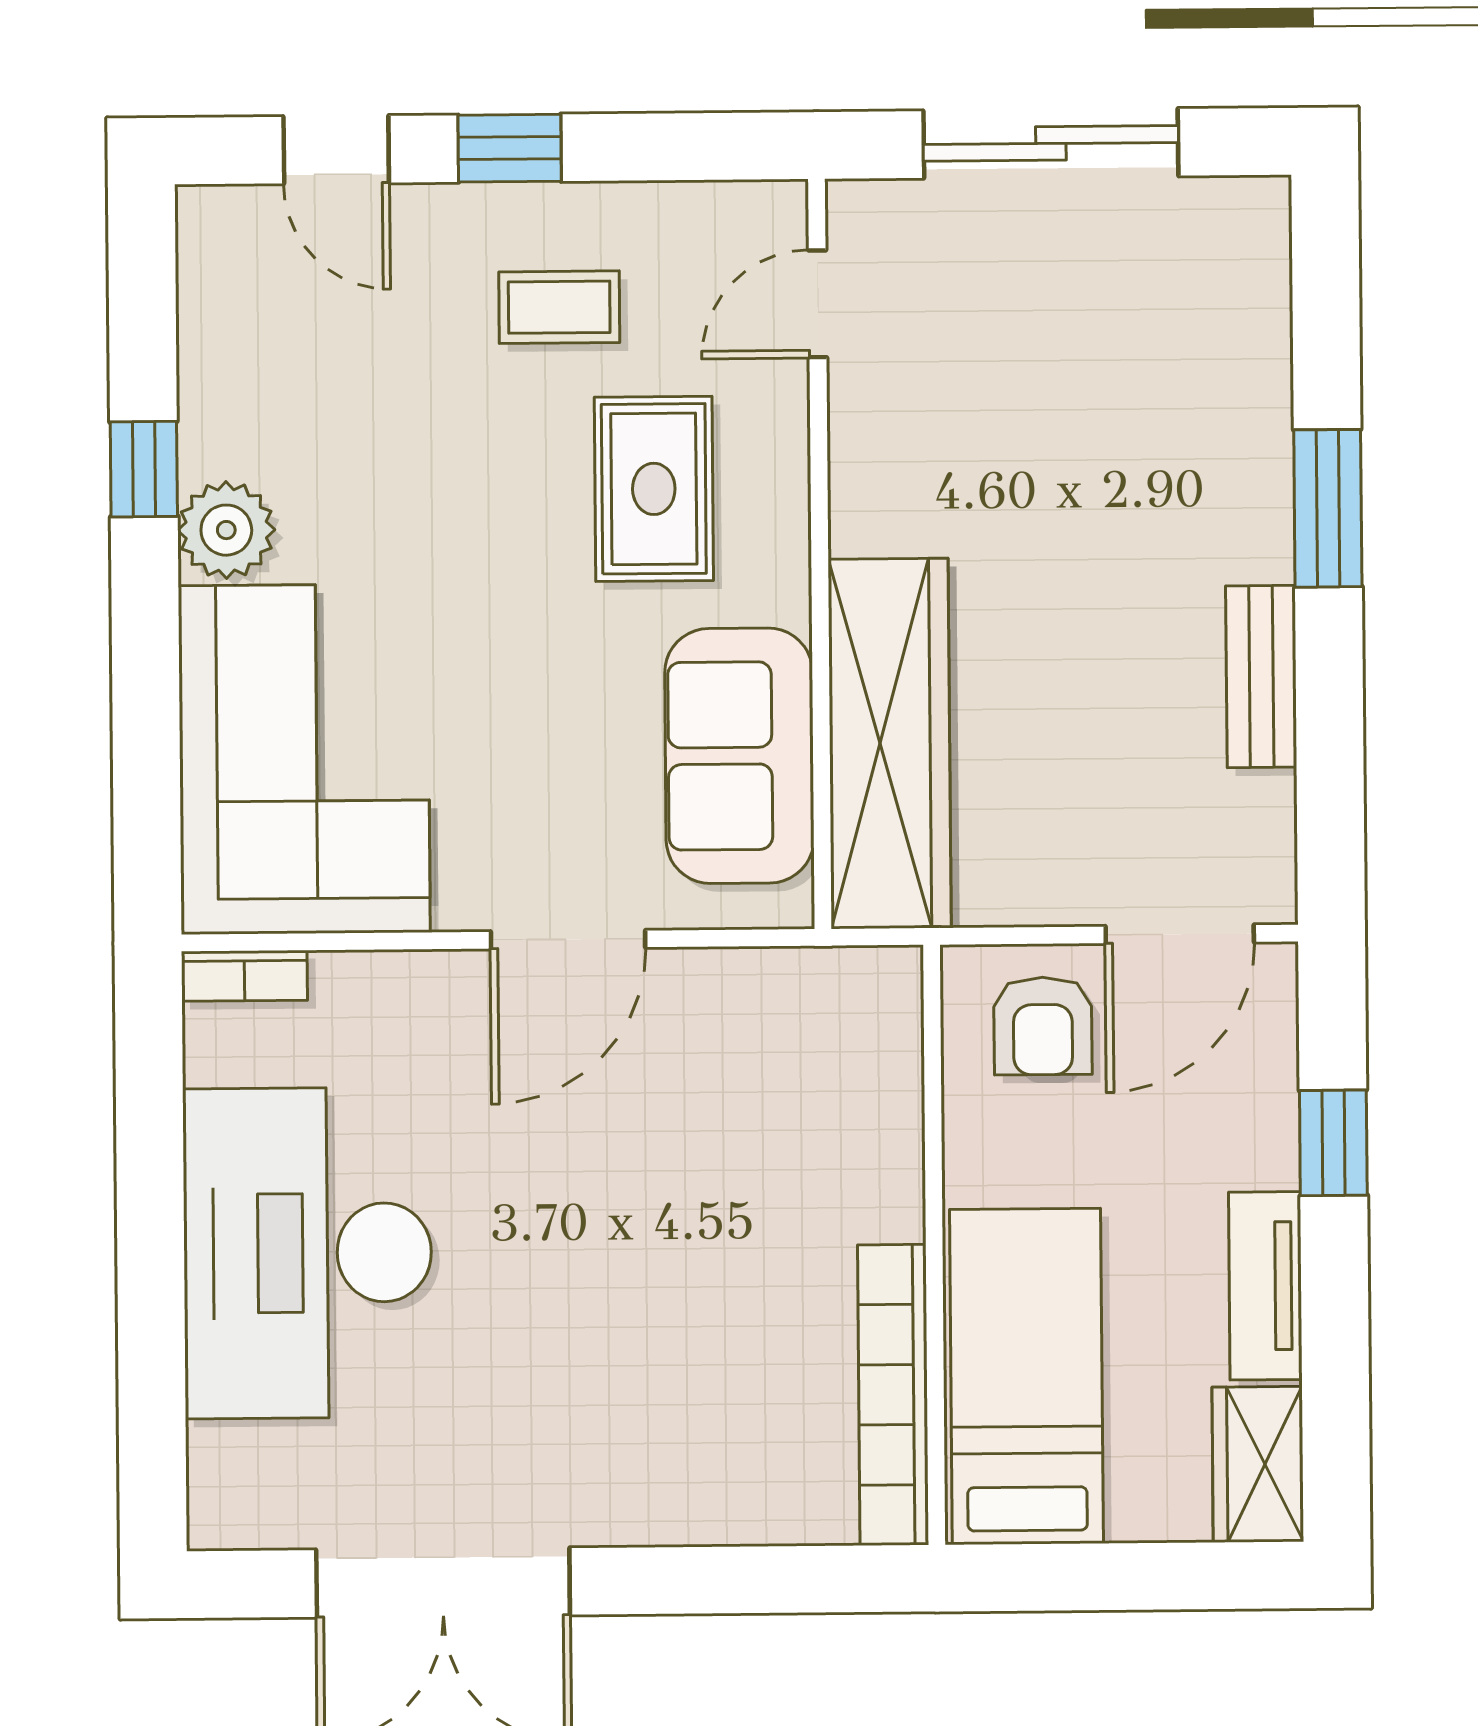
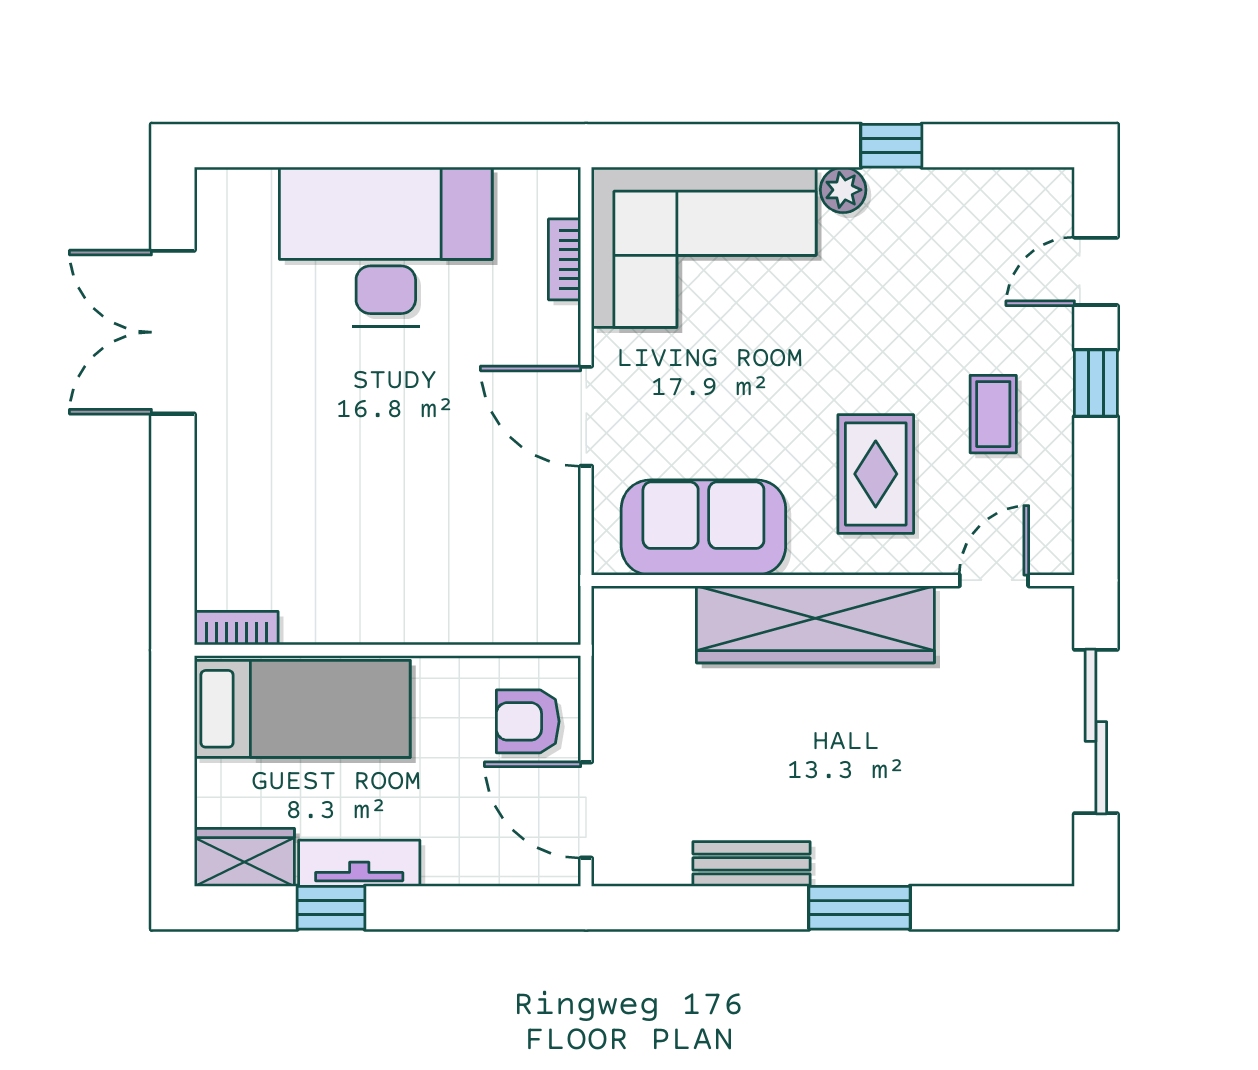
door: (818, 304) -> (994, 580), hinge flipped
rug: (654, 489) -> (876, 474), turned 90
plant: (226, 530) -> (843, 190), width x0.73, depth x0.73
wardrobe: (890, 743) -> (815, 624), moved
bookcase: (244, 976) -> (565, 259), moved
window: (1333, 1143) -> (331, 908), moved
bookcase: (893, 1395) -> (236, 628), width x0.43, depth x0.76

